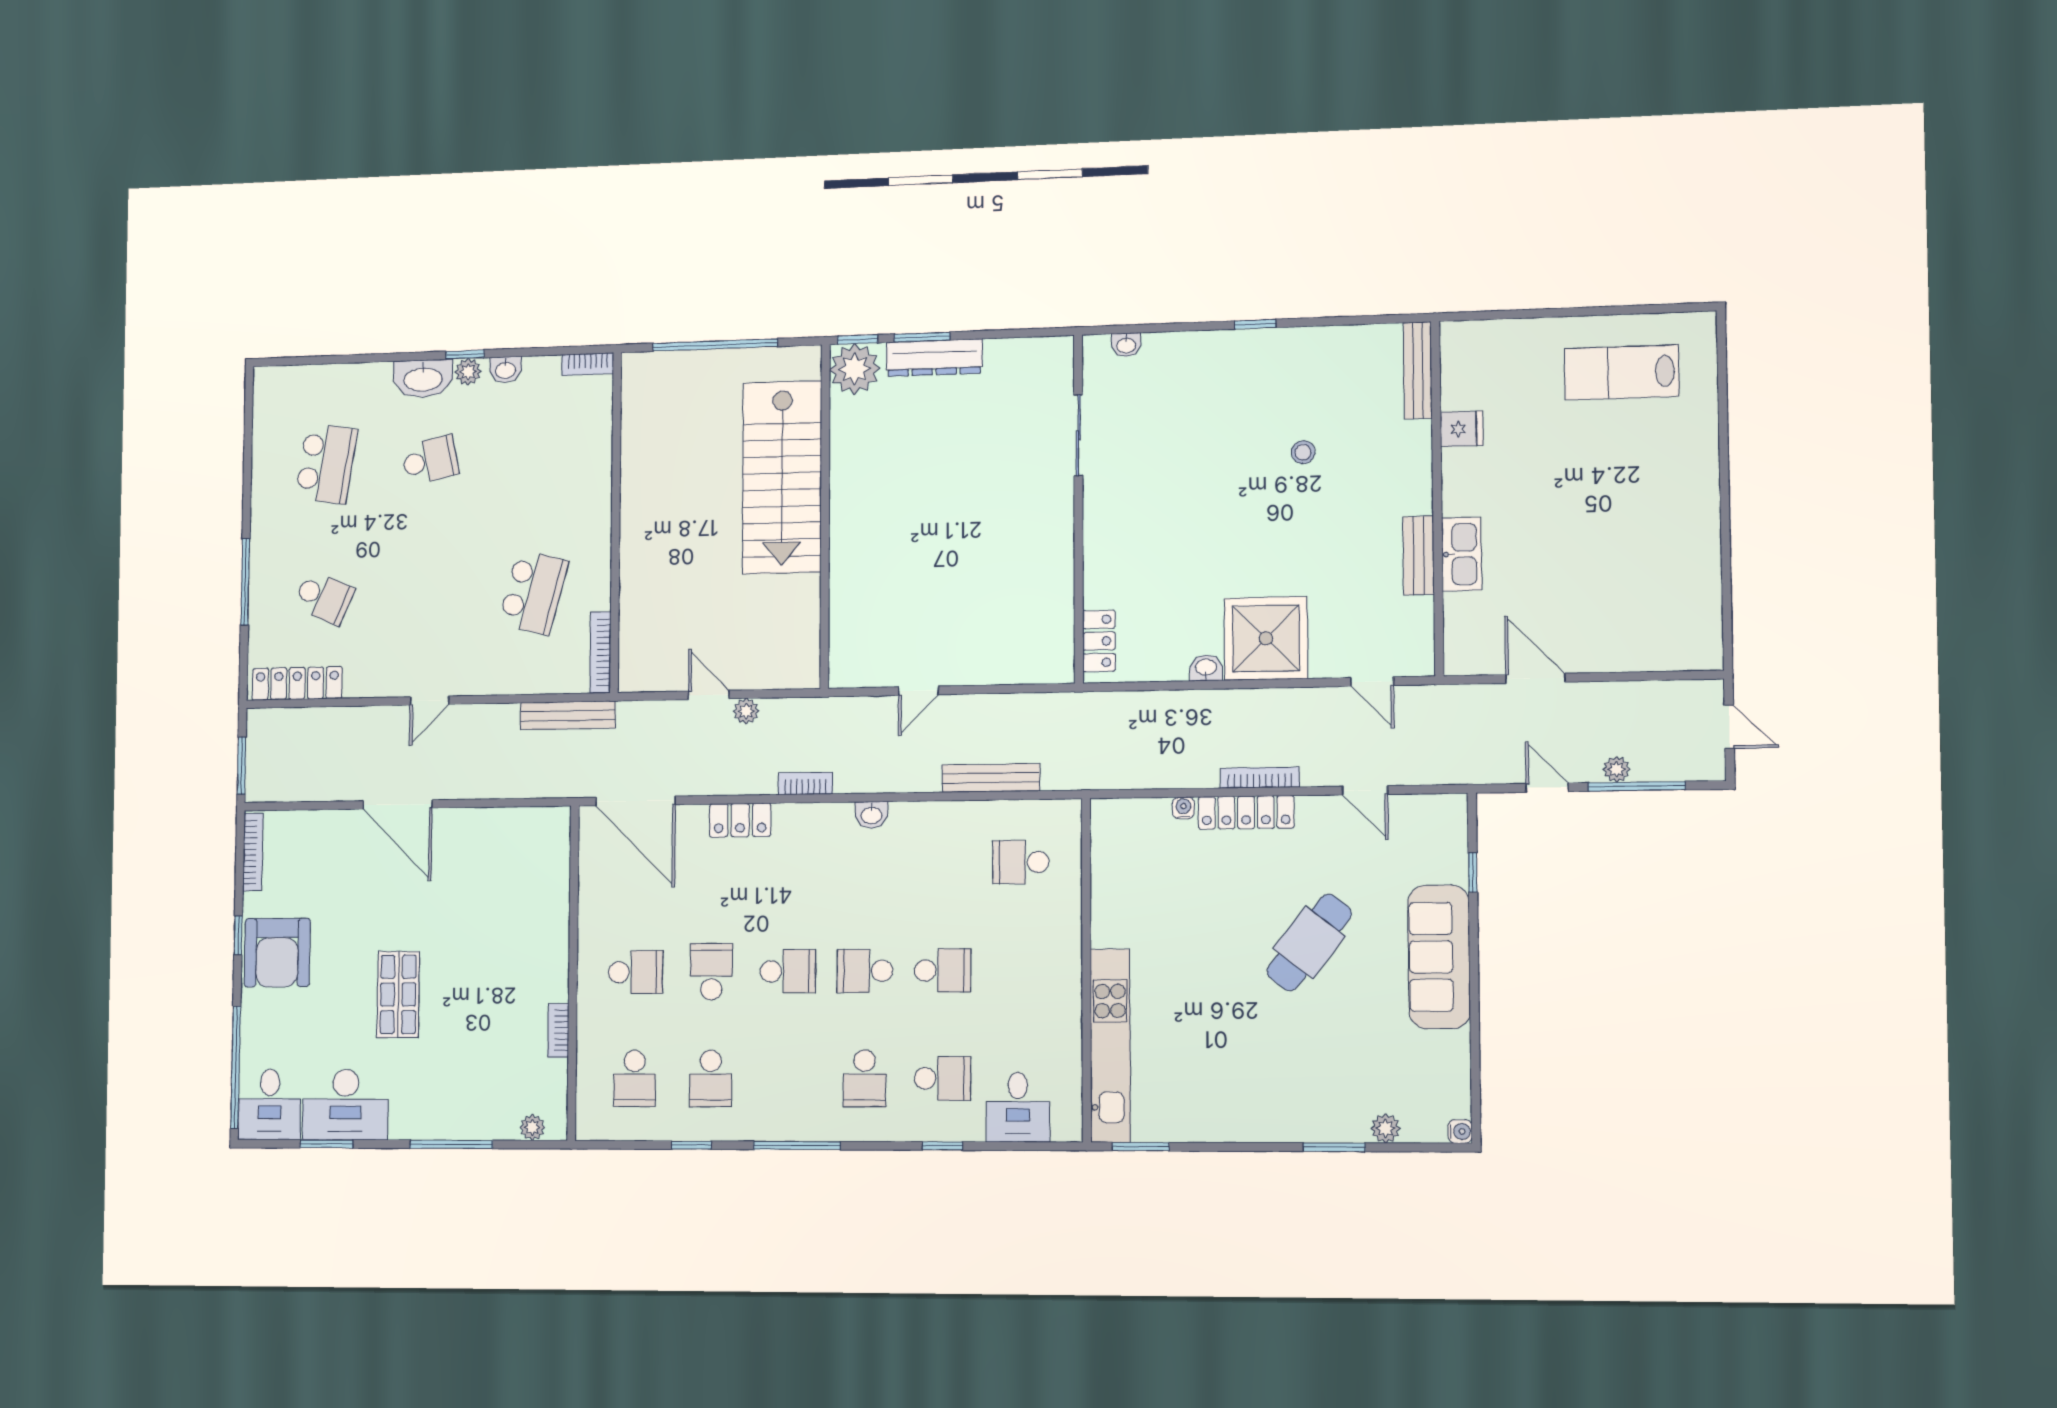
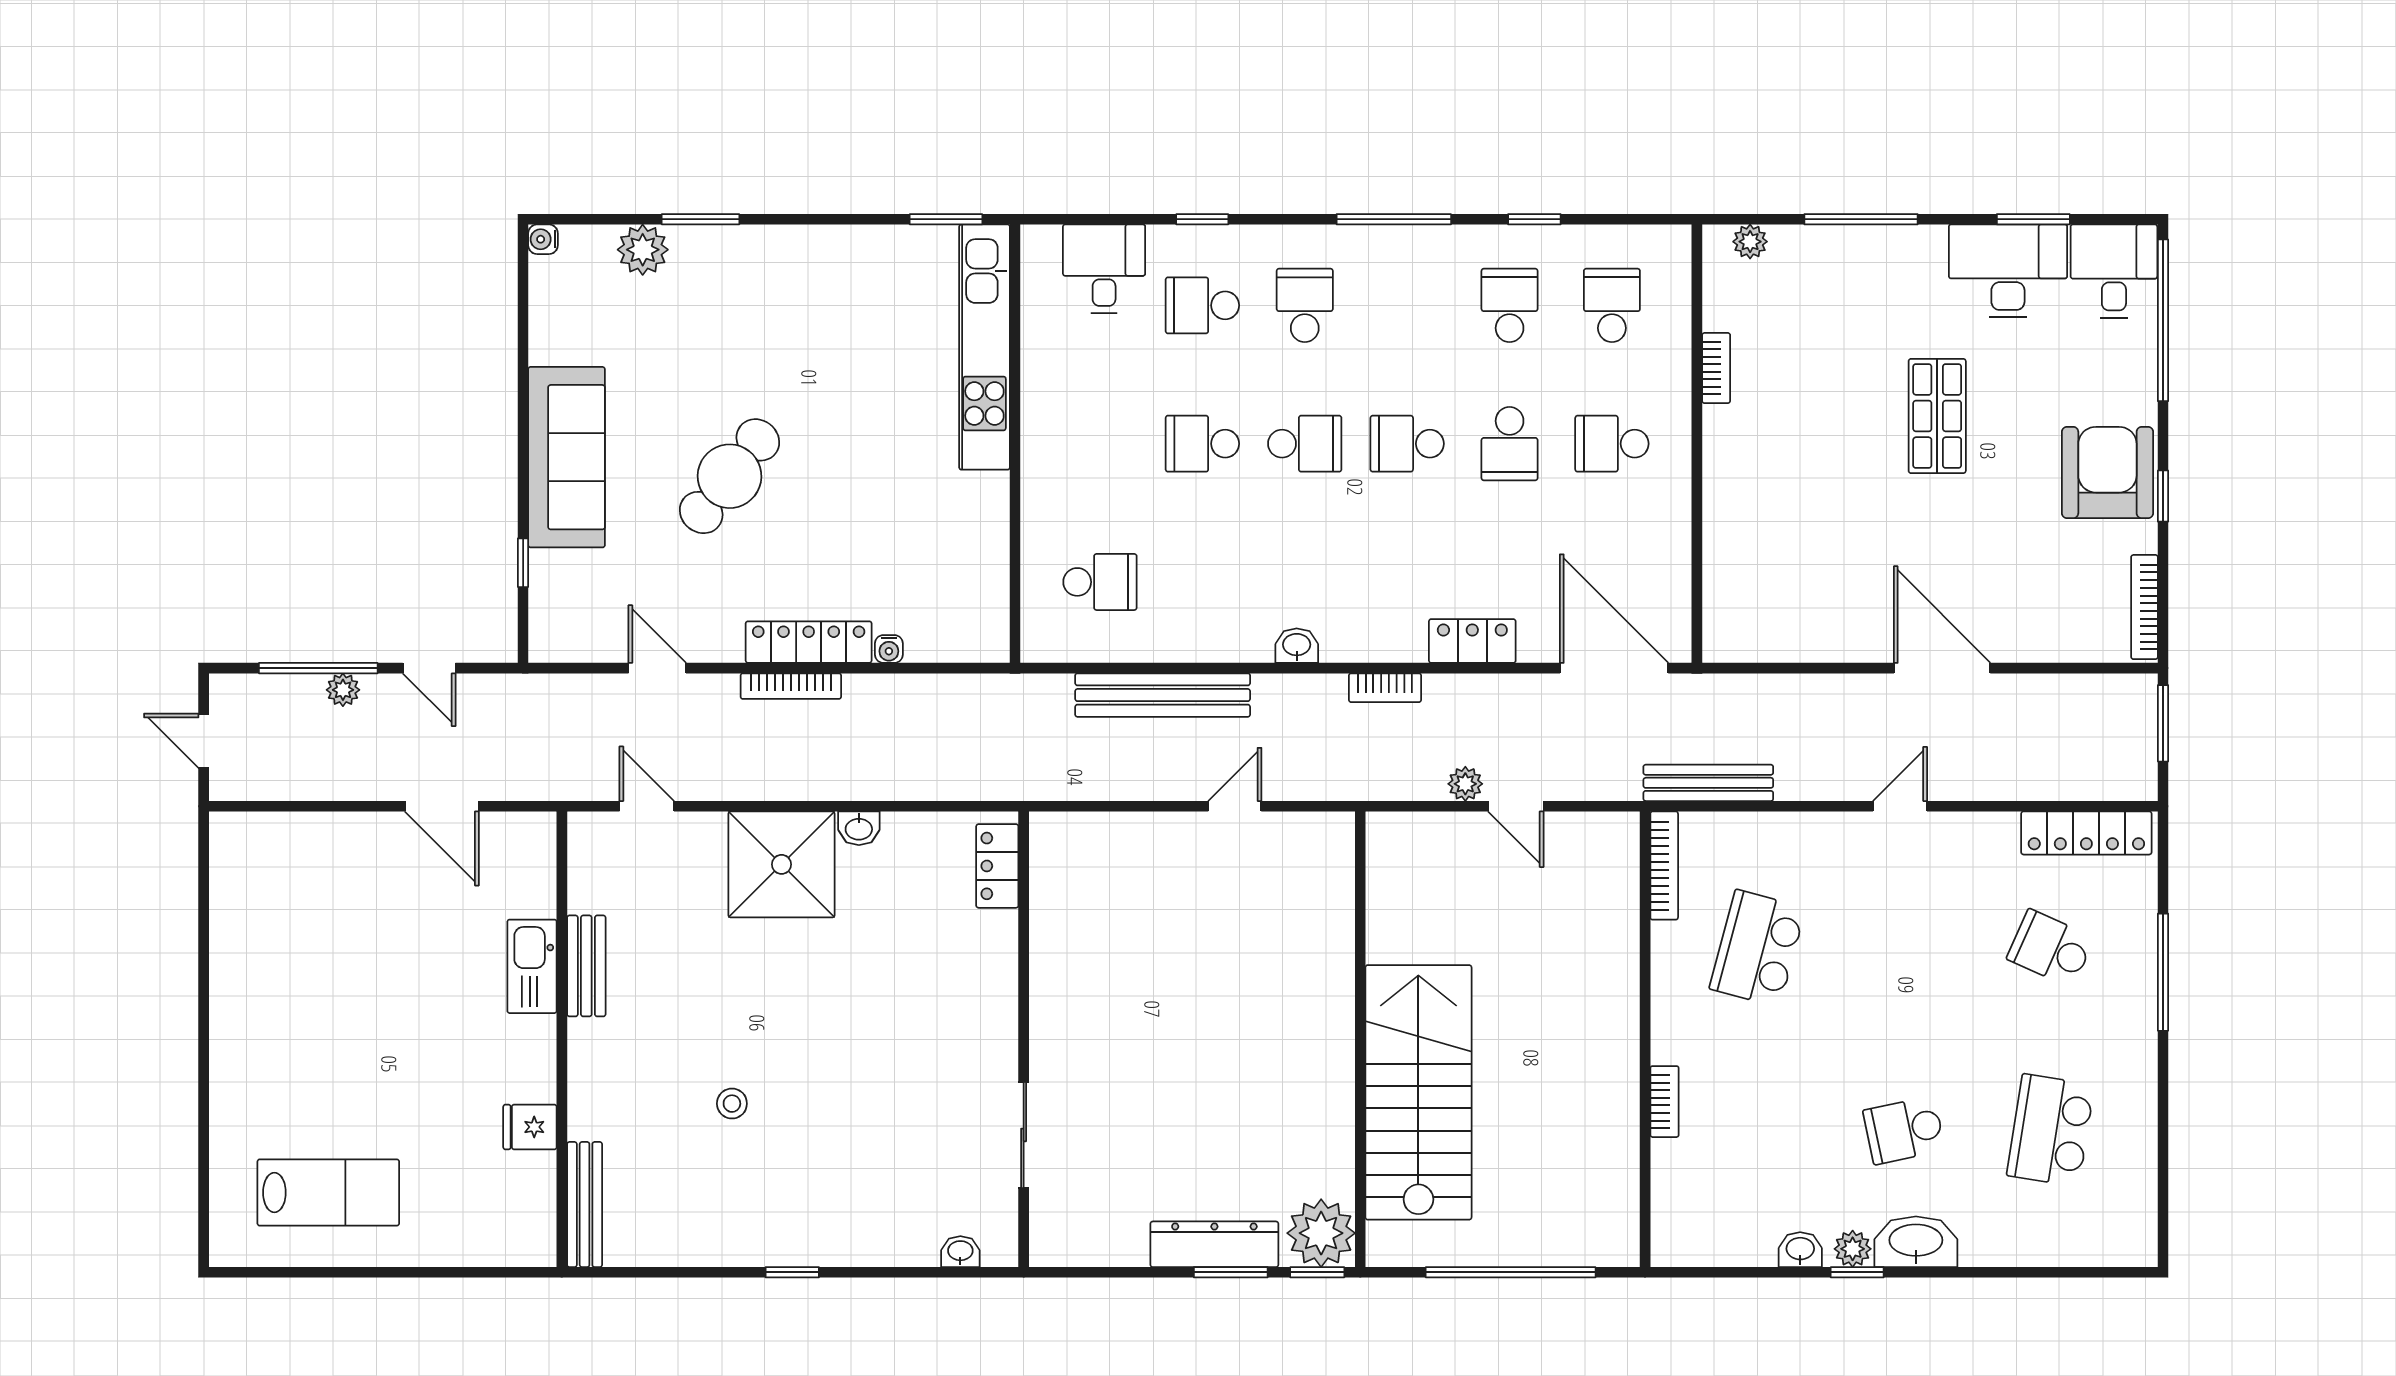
bookcase: (588, 364) -> (1664, 1102), moved, turned 90
bench: (991, 778) -> (1163, 695), width x1.37, depth x1.21
plant: (1386, 1128) -> (643, 250), width x1.38, depth x1.38

